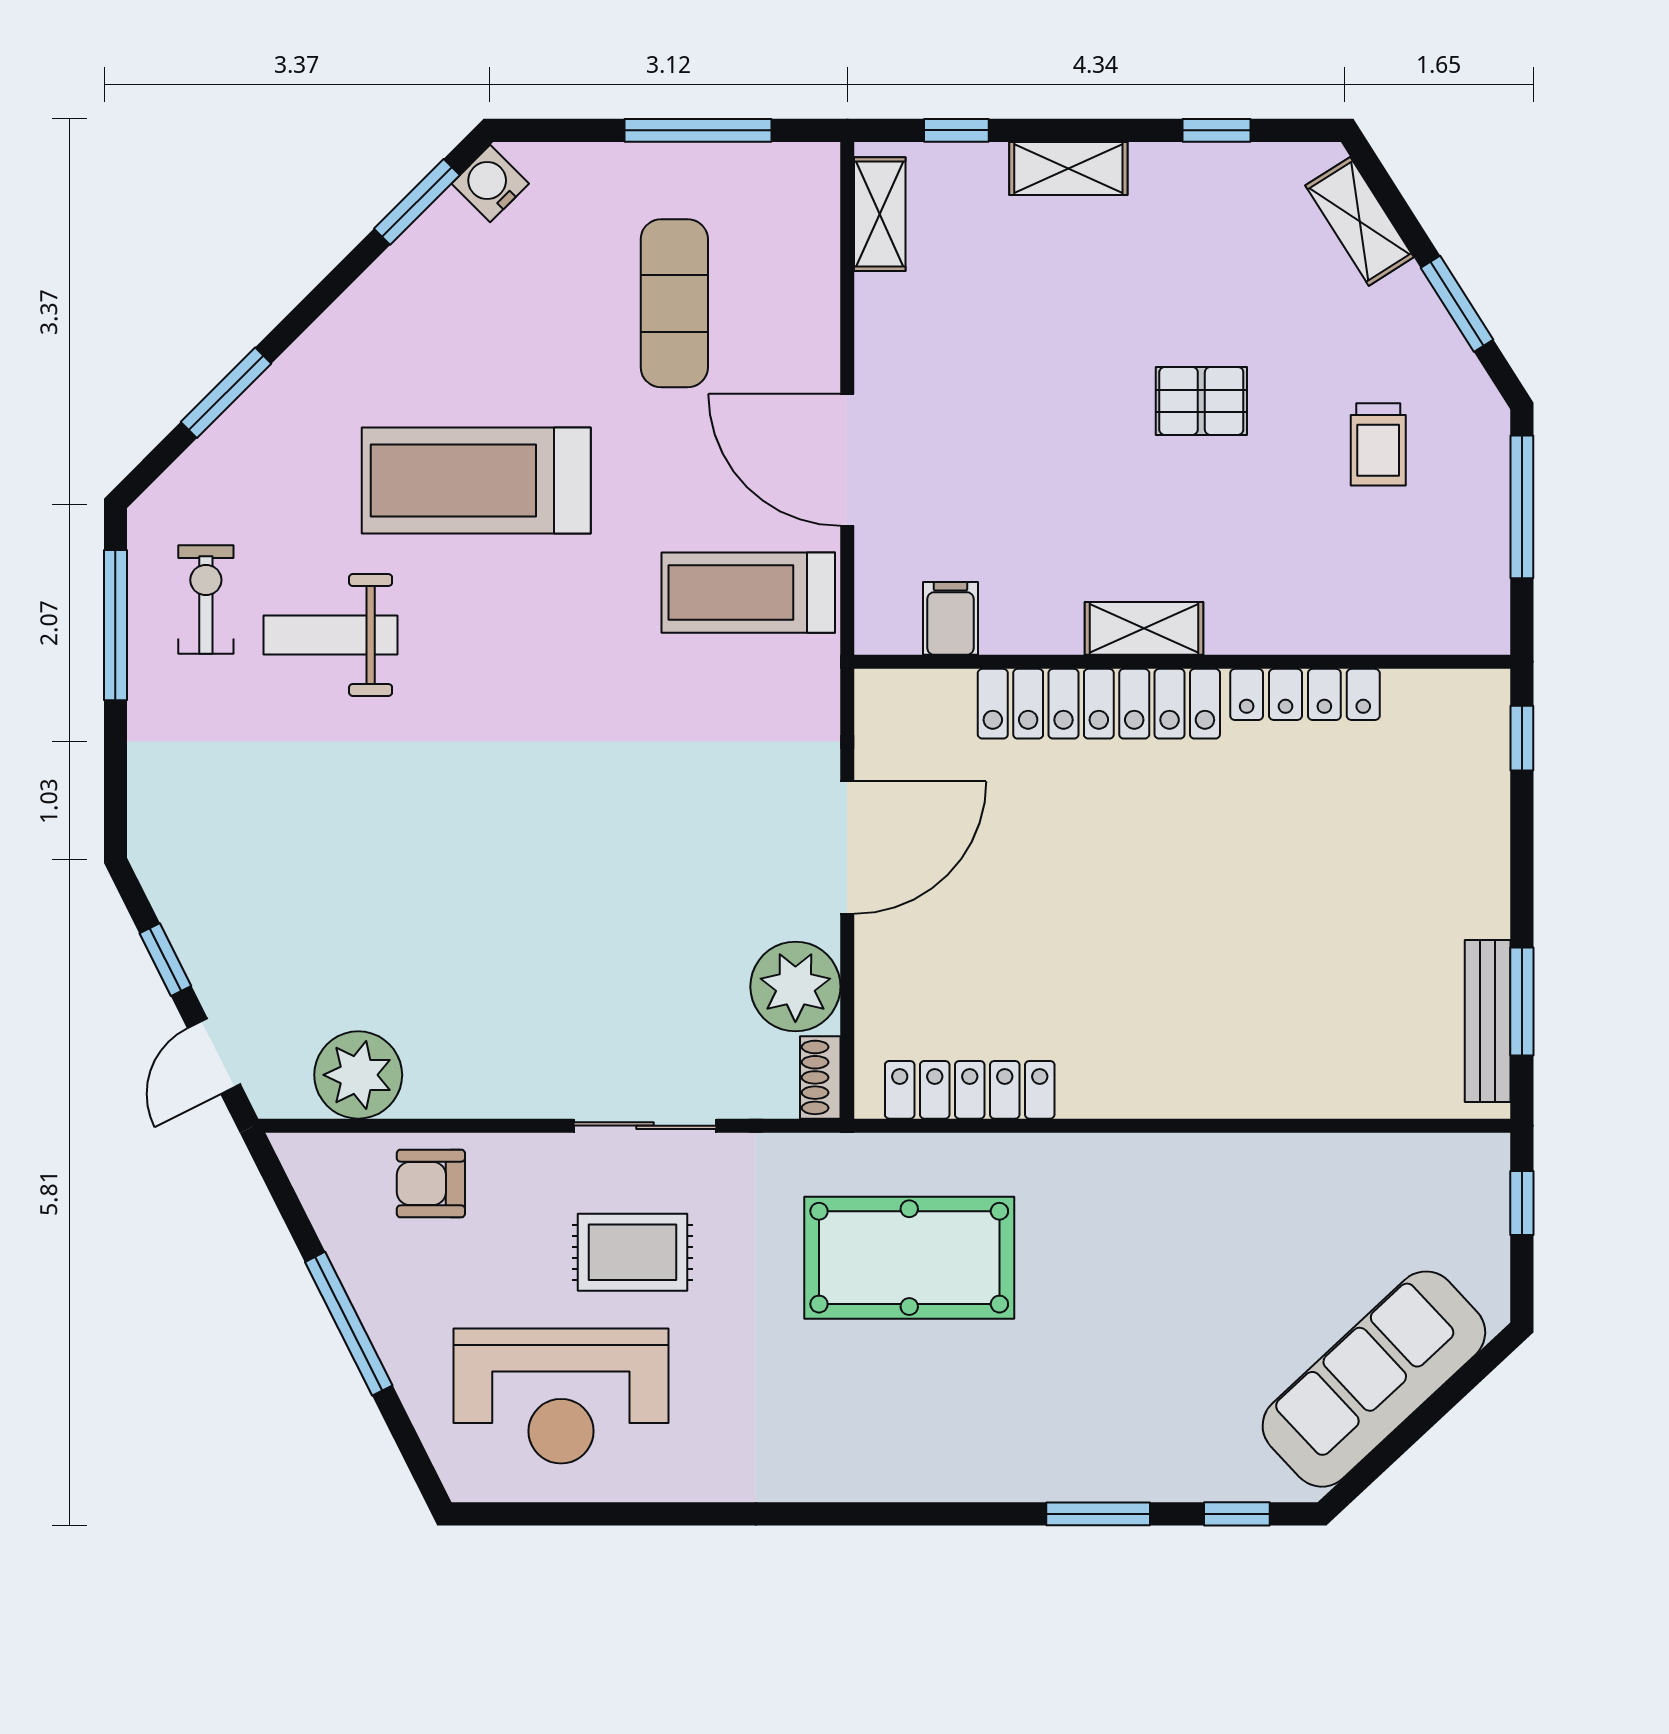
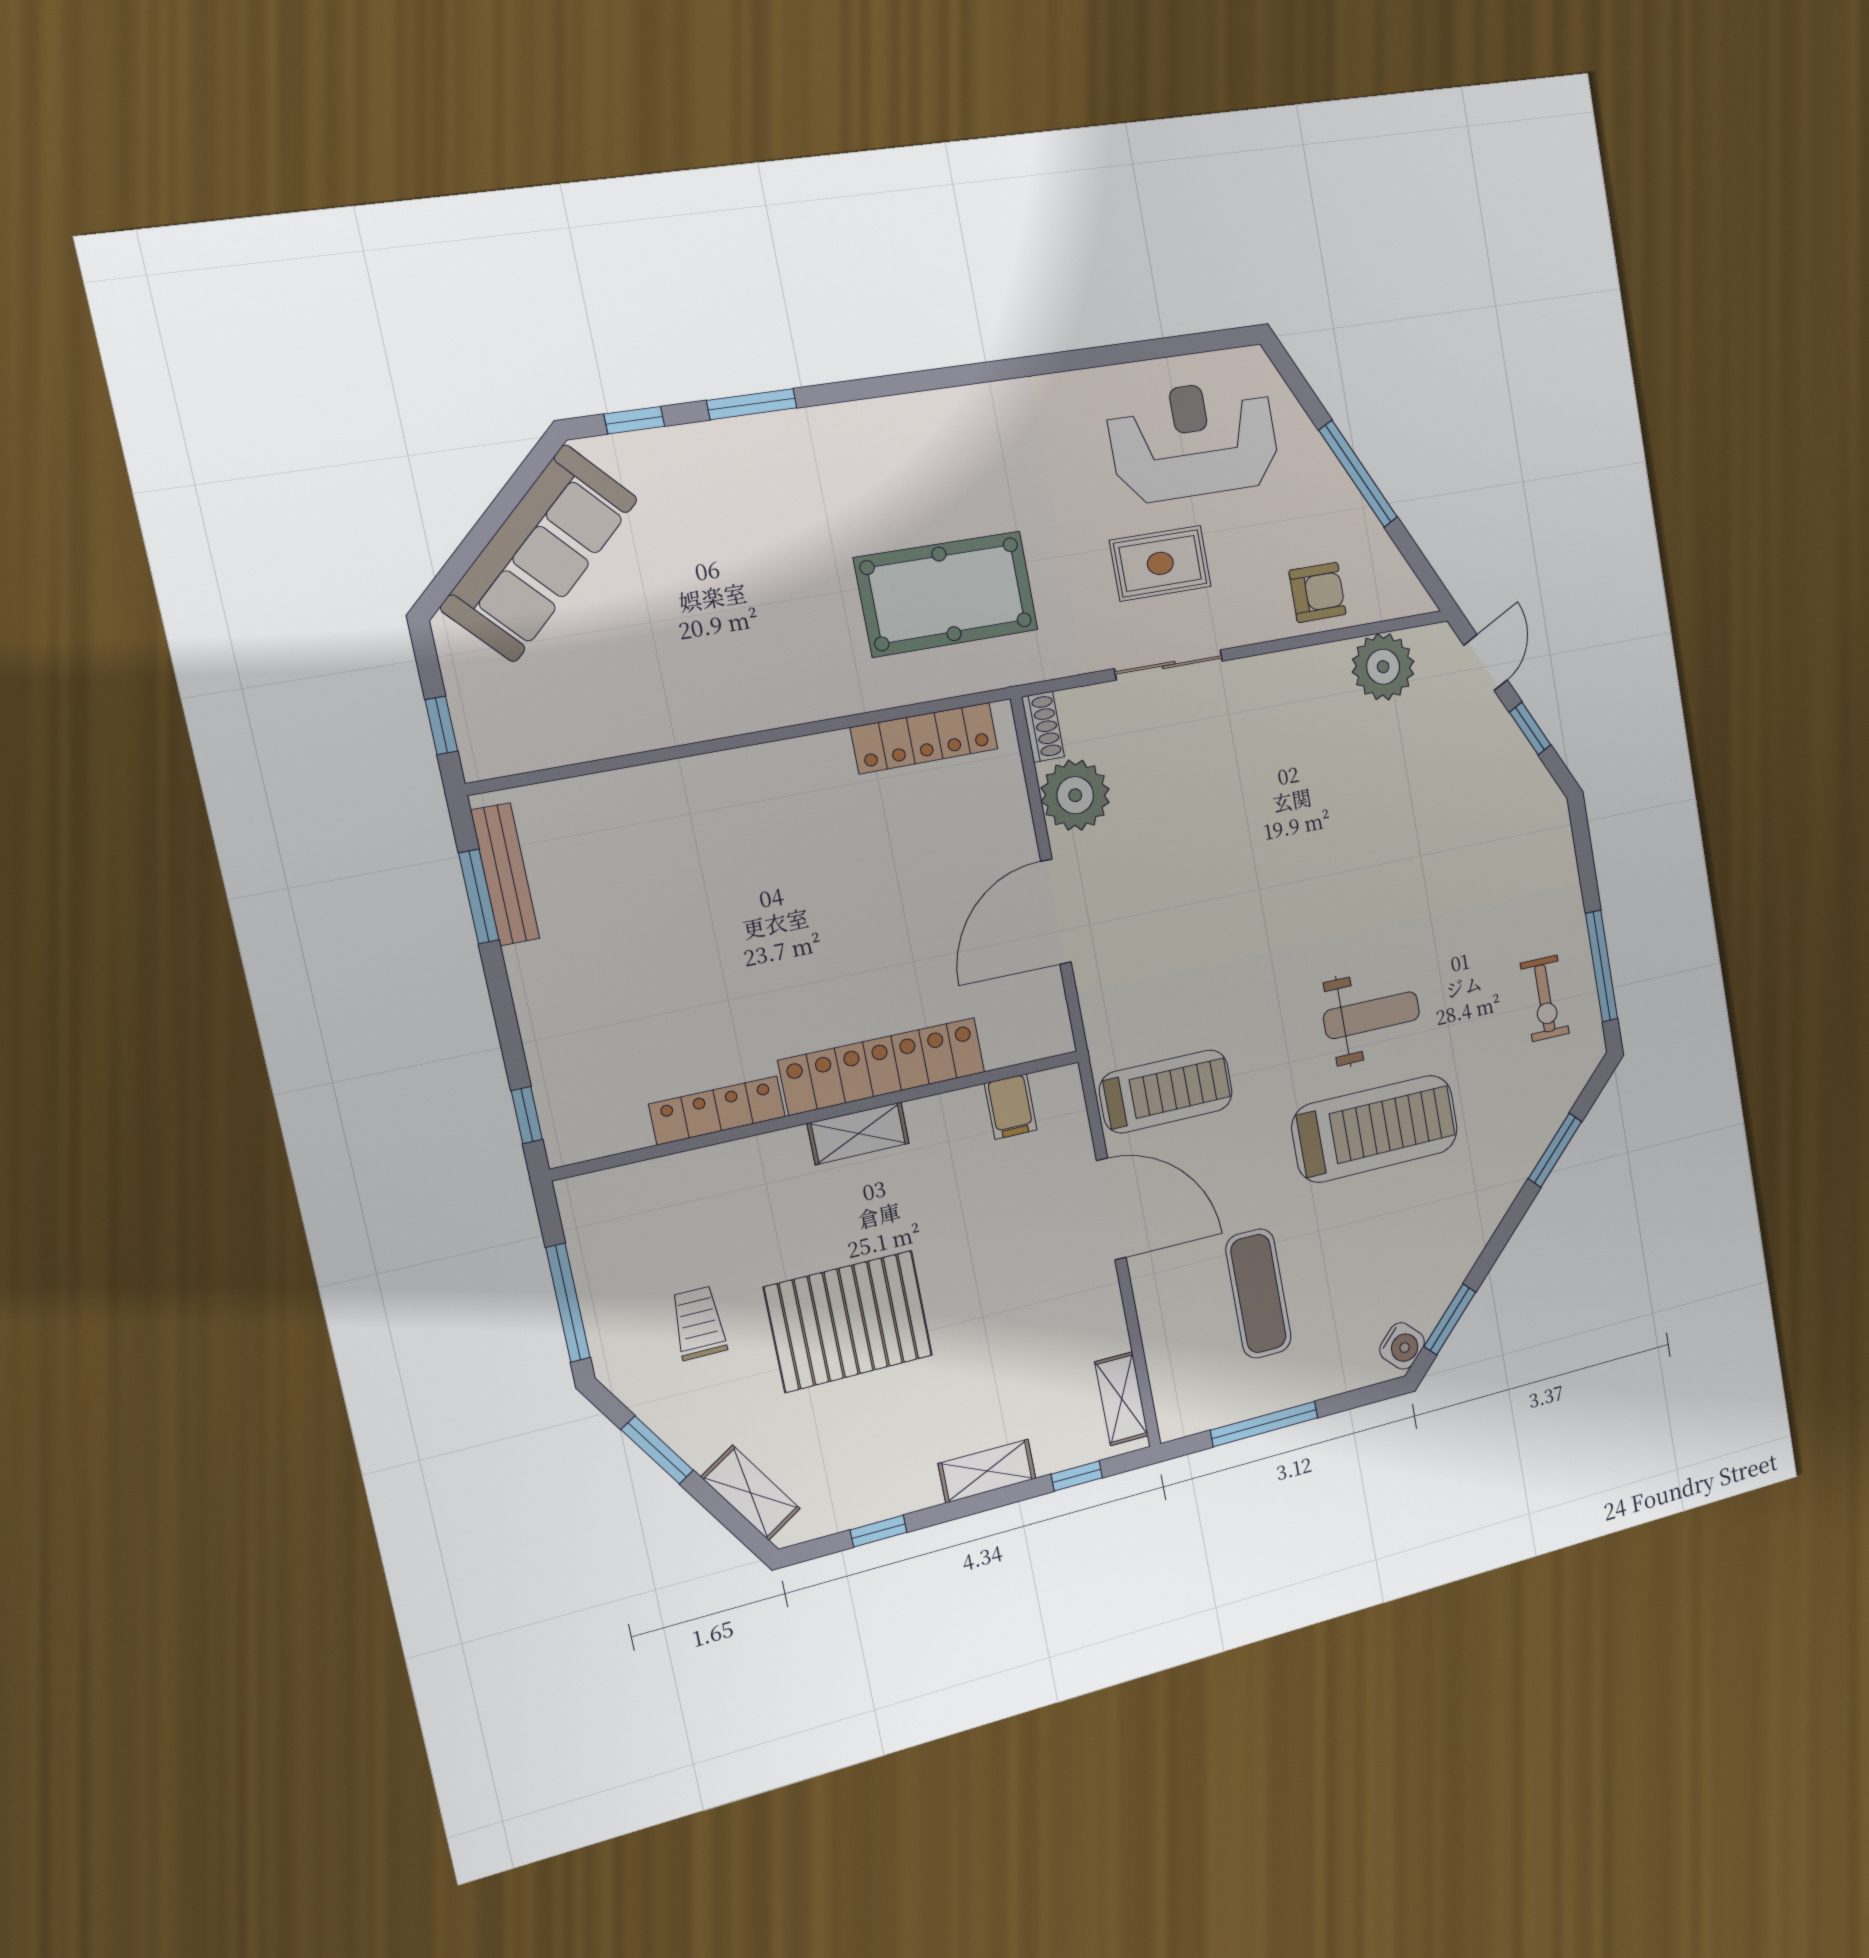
pallet: (1201, 401) -> (848, 1321), width x2.05, depth x2.00
weight bench: (330, 635) -> (1372, 1015), moved

